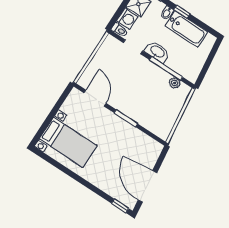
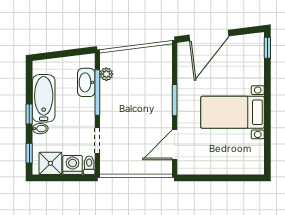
washbasin: (157, 52) -> (86, 82), moved
bed with nightstands: (68, 142) -> (232, 112), moved, turned -90
door: (148, 186) -> (209, 36), moved

